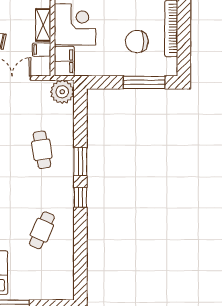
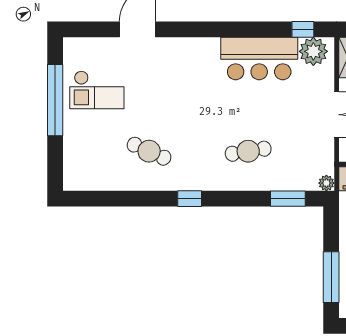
plant: (62, 92) -> (326, 183), width x0.53, depth x0.53
window: (80, 162) -> (288, 199), moved

